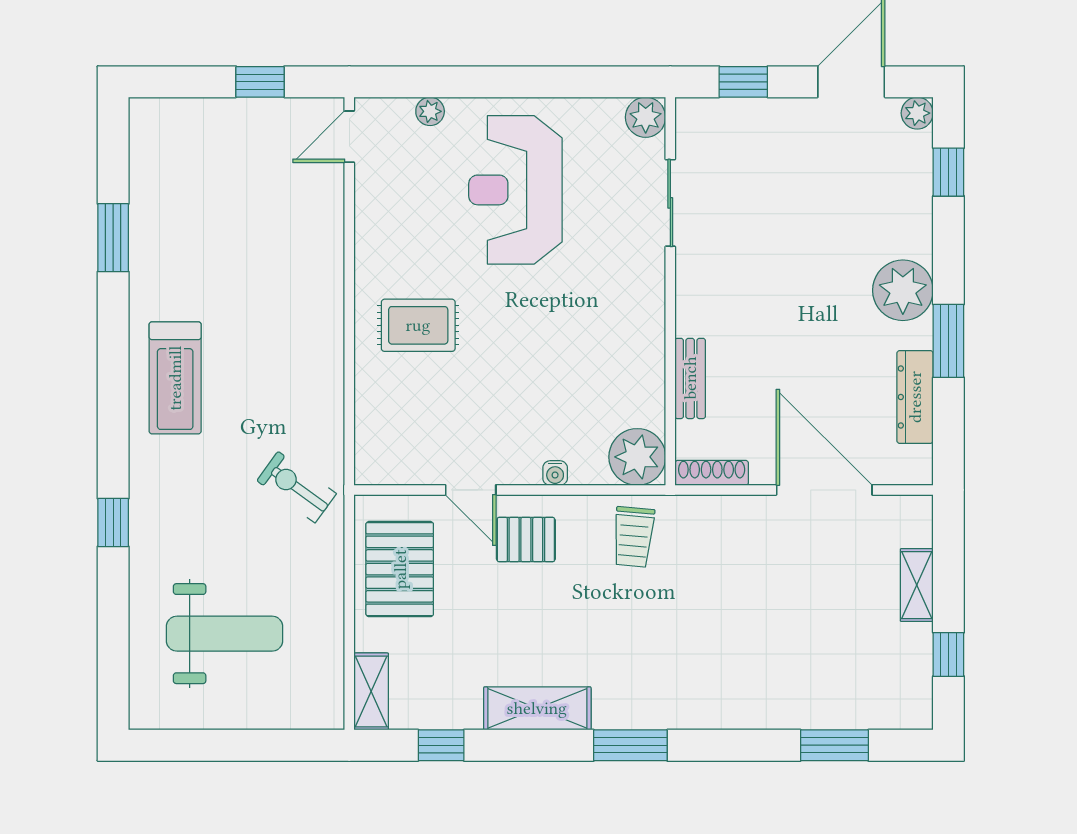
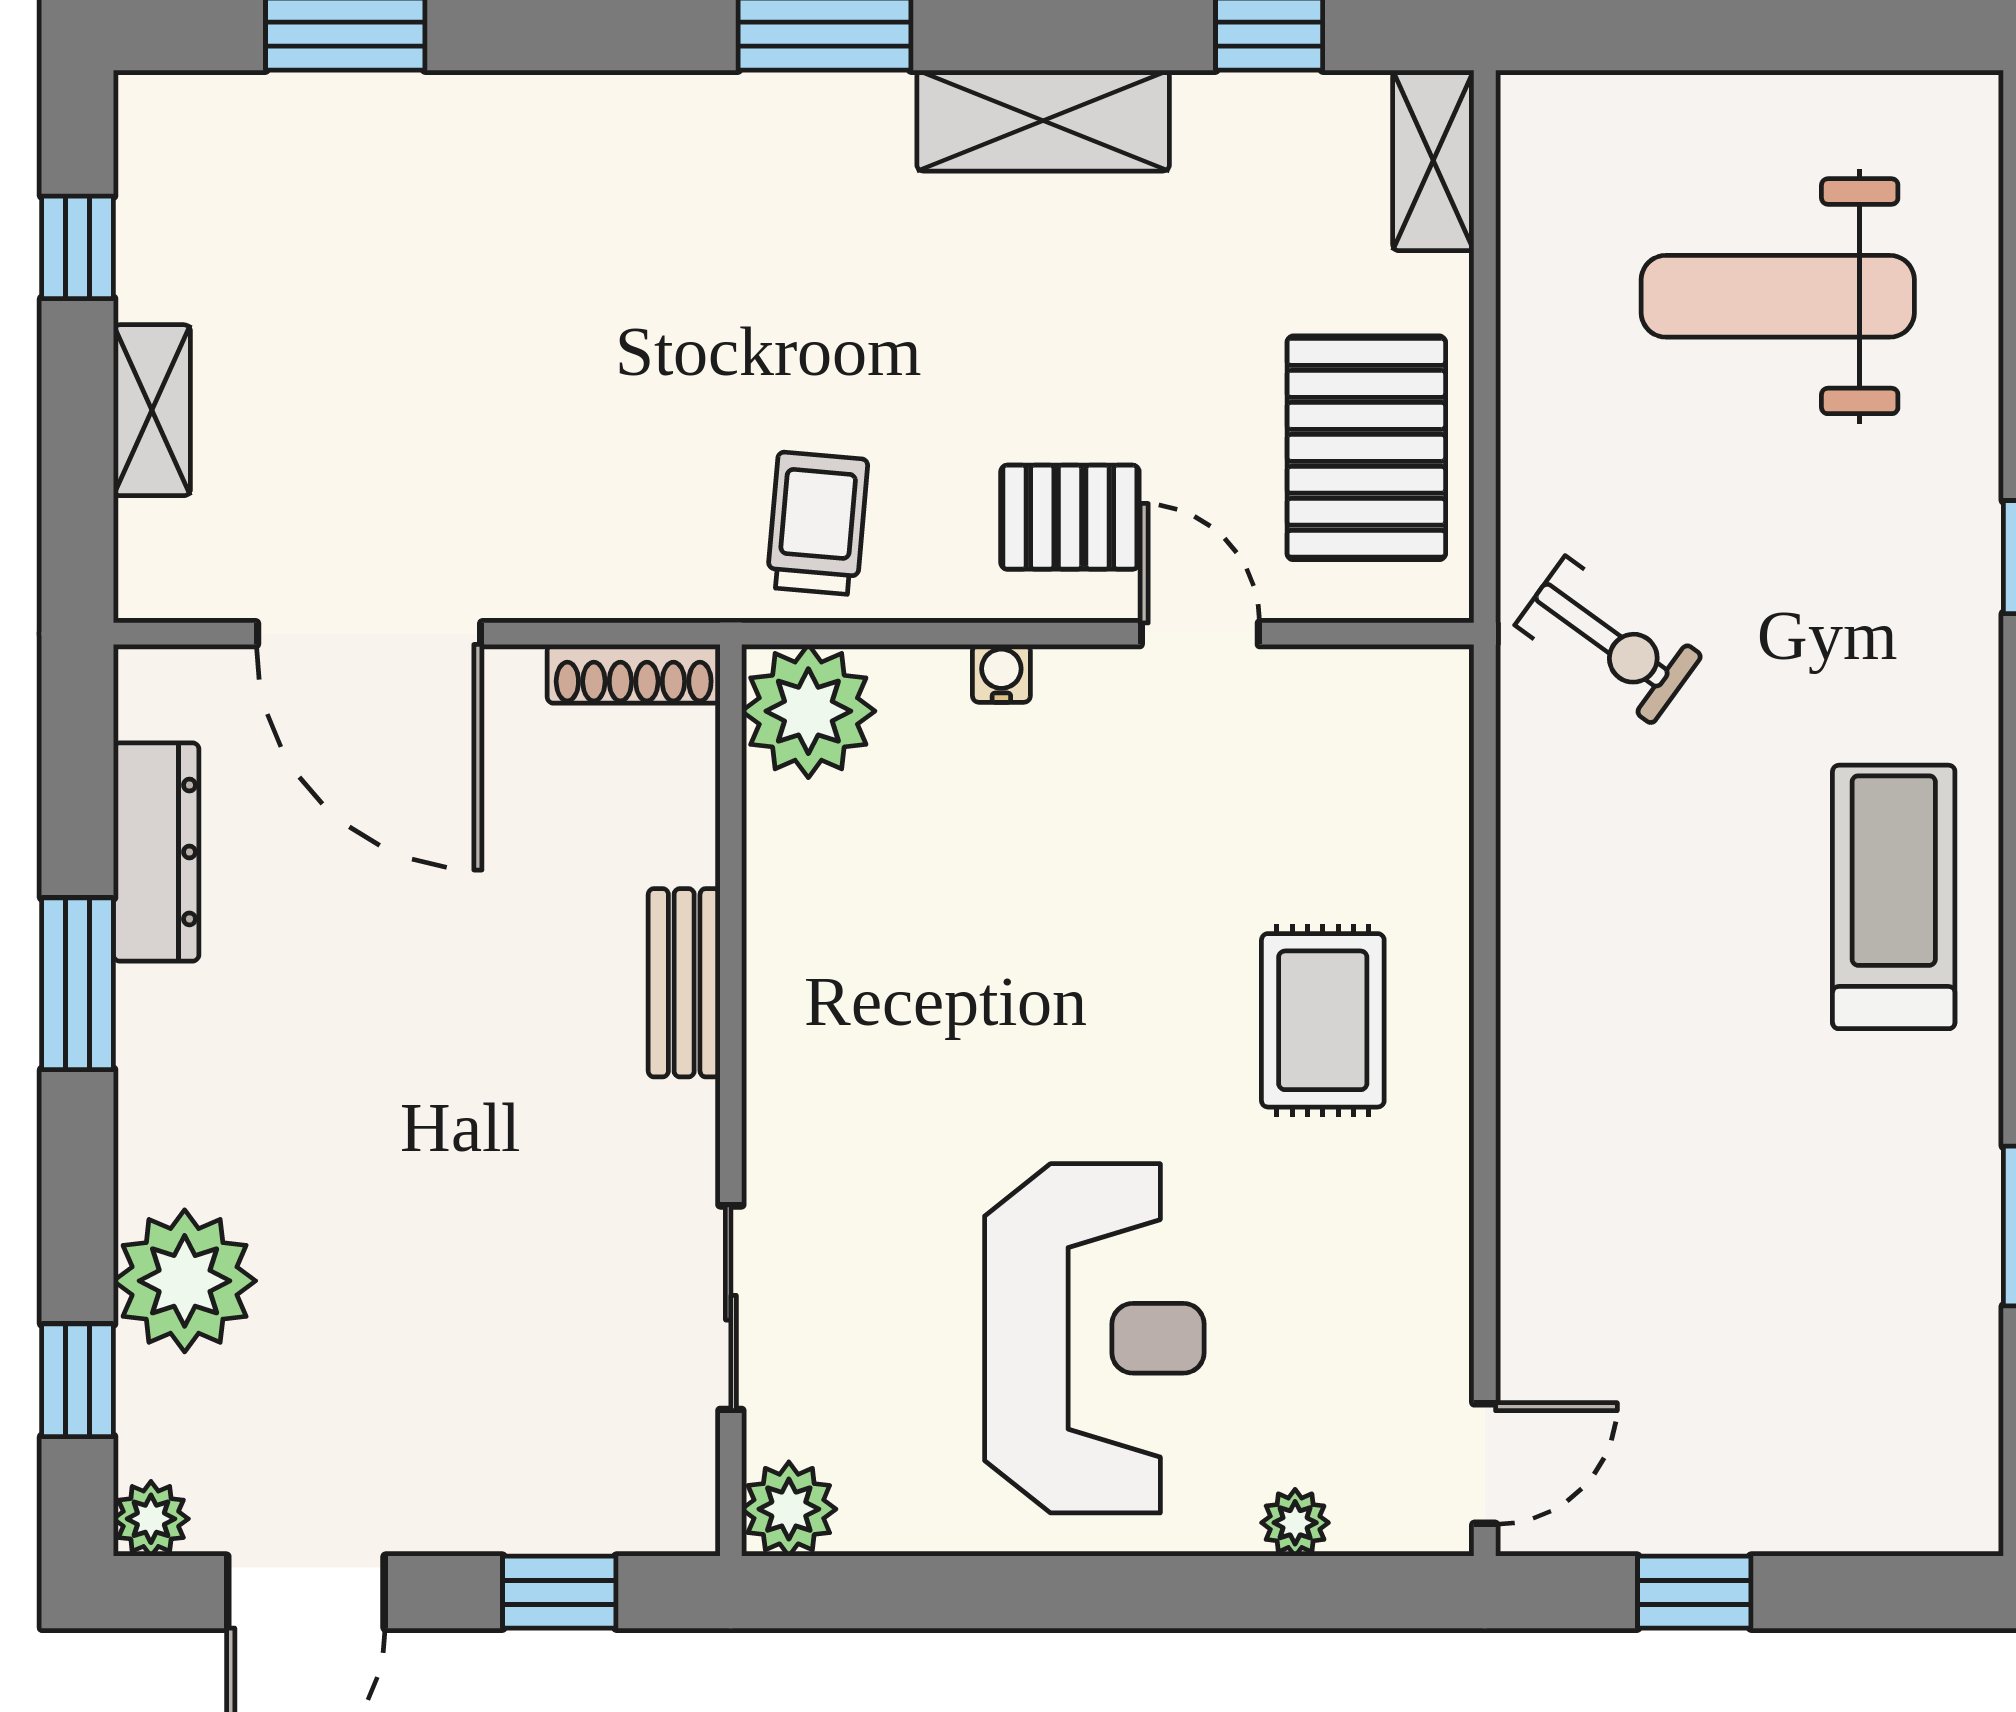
plant: (903, 290) -> (185, 1281), moved
rug: (418, 325) -> (1323, 1020), turned 90
bench: (690, 378) -> (684, 983), moved

